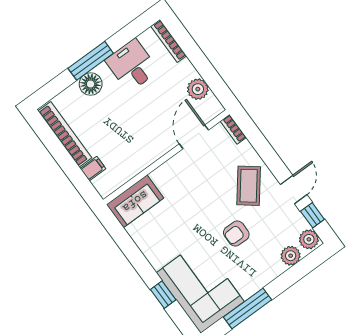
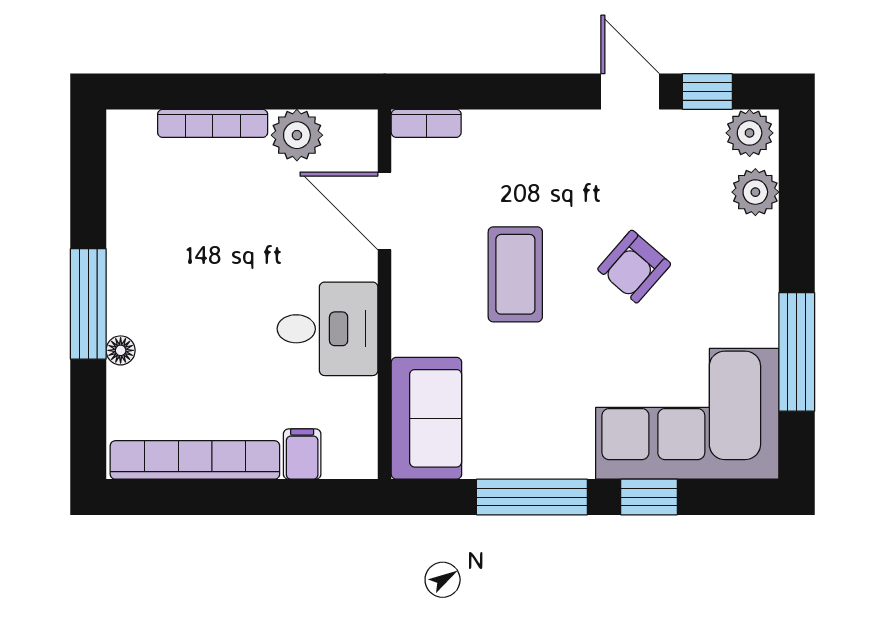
bookcase: (169, 41) -> (213, 123), moved
desk: (132, 65) -> (327, 329), moved, turned 180
floor lamp: (91, 84) -> (121, 350), width x0.53, depth x0.53
coffee table: (249, 186) -> (515, 274), moved, turned 52
armchair: (236, 234) -> (634, 267), turned 41
window: (135, 256) -> (532, 497), added

